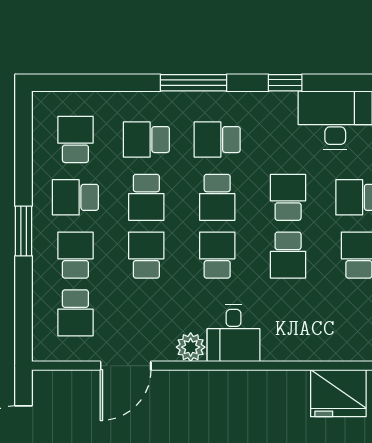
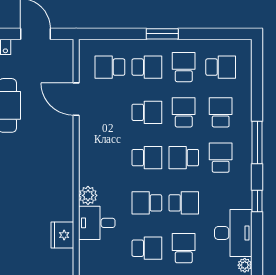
school desk: (146, 197) -> (184, 112), turned 90
desk: (234, 333) -> (97, 223), moved
plant: (191, 347) -> (88, 195), moved
fridge: (338, 393) -> (62, 235), width x0.73, depth x0.75

